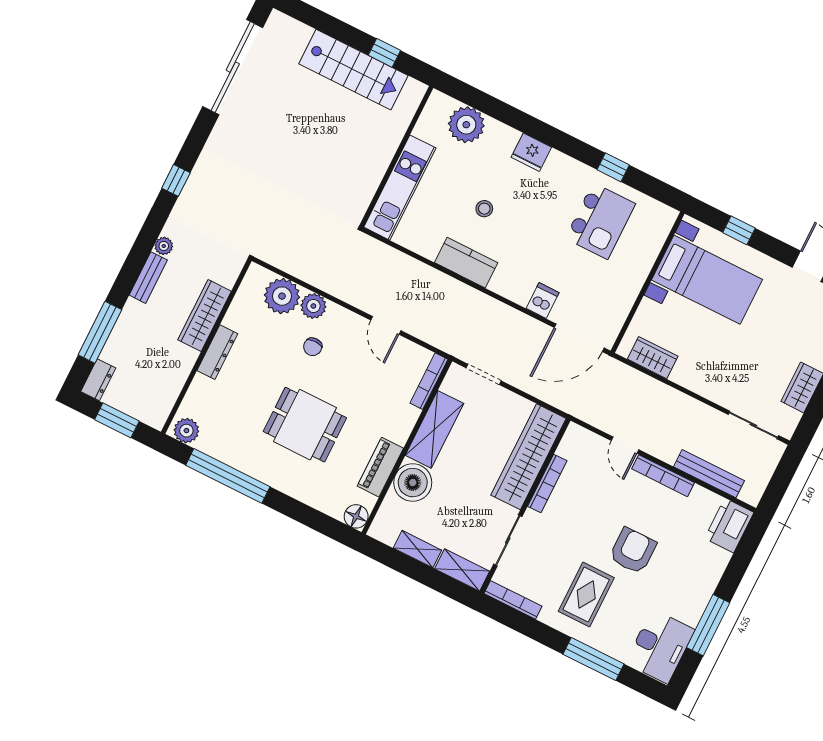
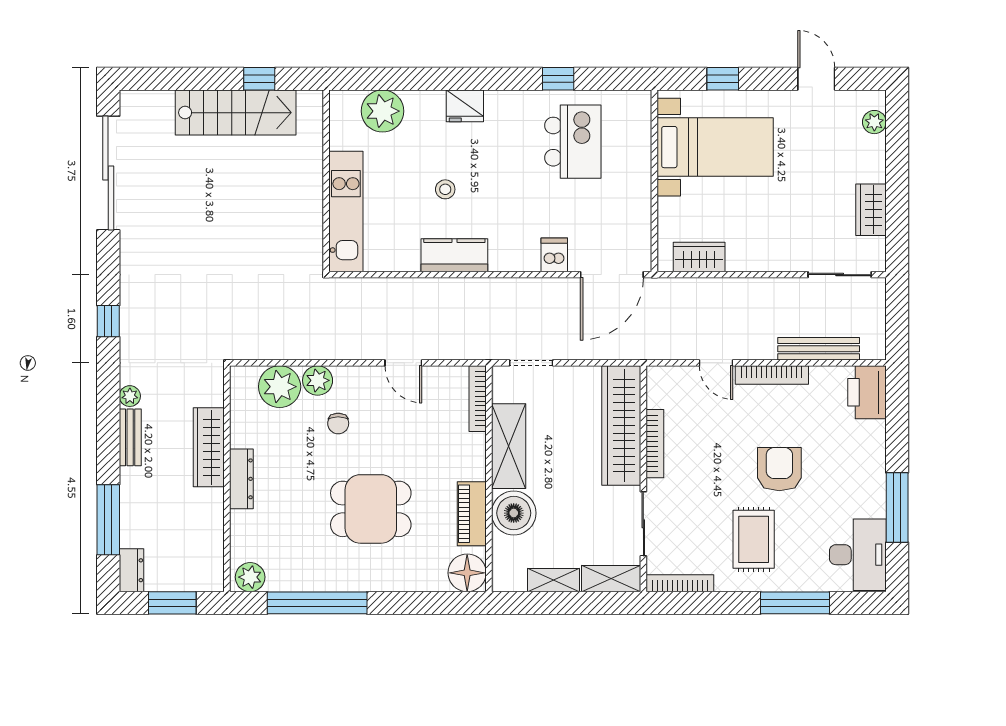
floor lamp: (356, 516) -> (467, 573), width x1.38, depth x1.38

